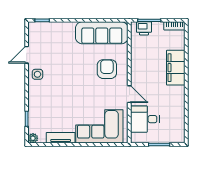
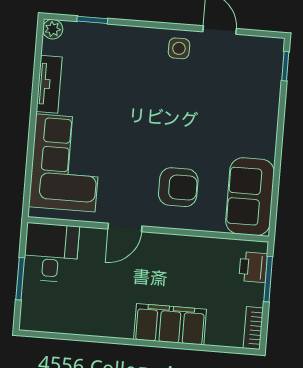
sofa: (102, 33) -> (250, 197), width x0.73
desk: (145, 119) -> (51, 253), moved

